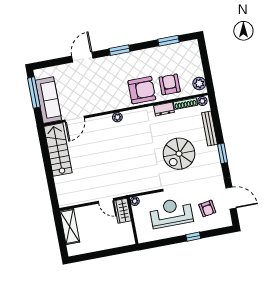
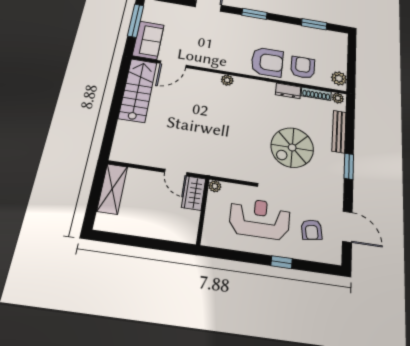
sofa: (48, 100) -> (148, 40), width x0.73

